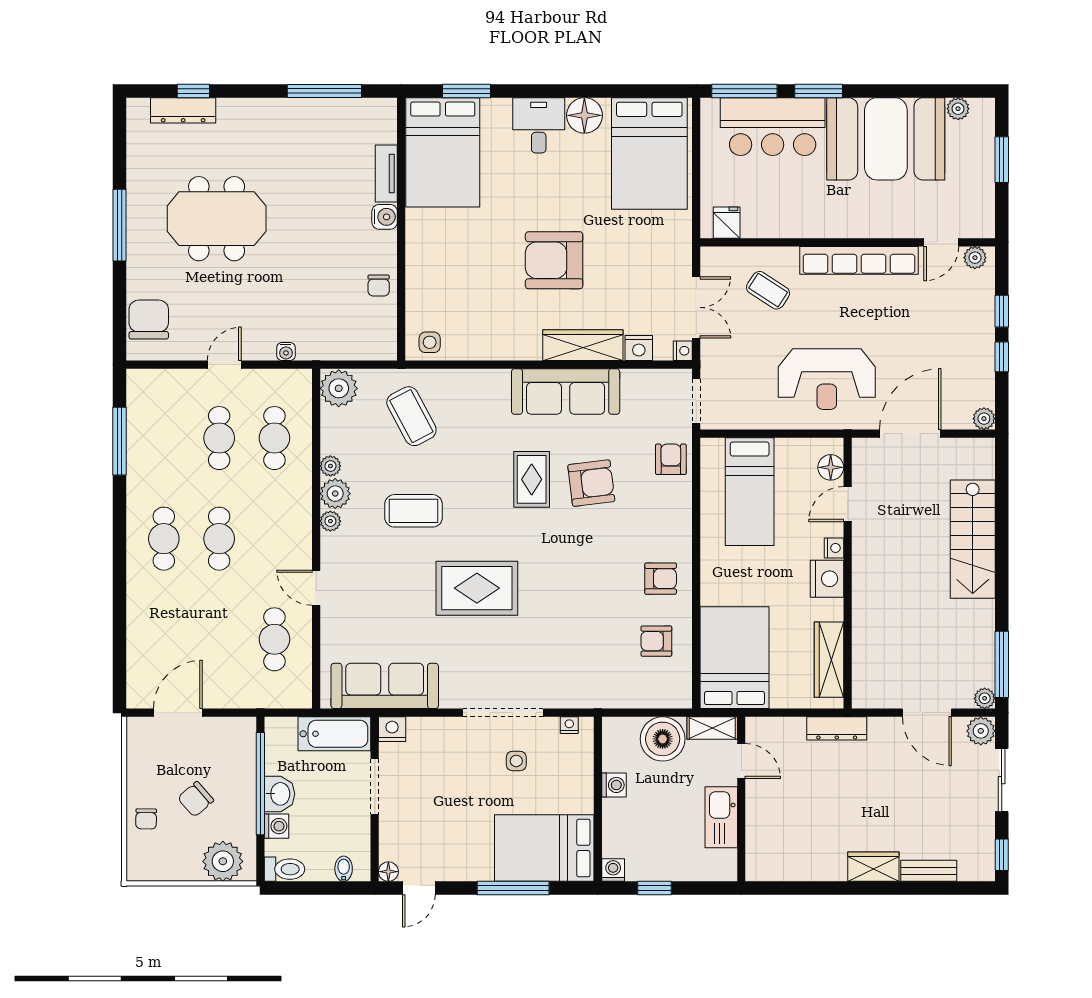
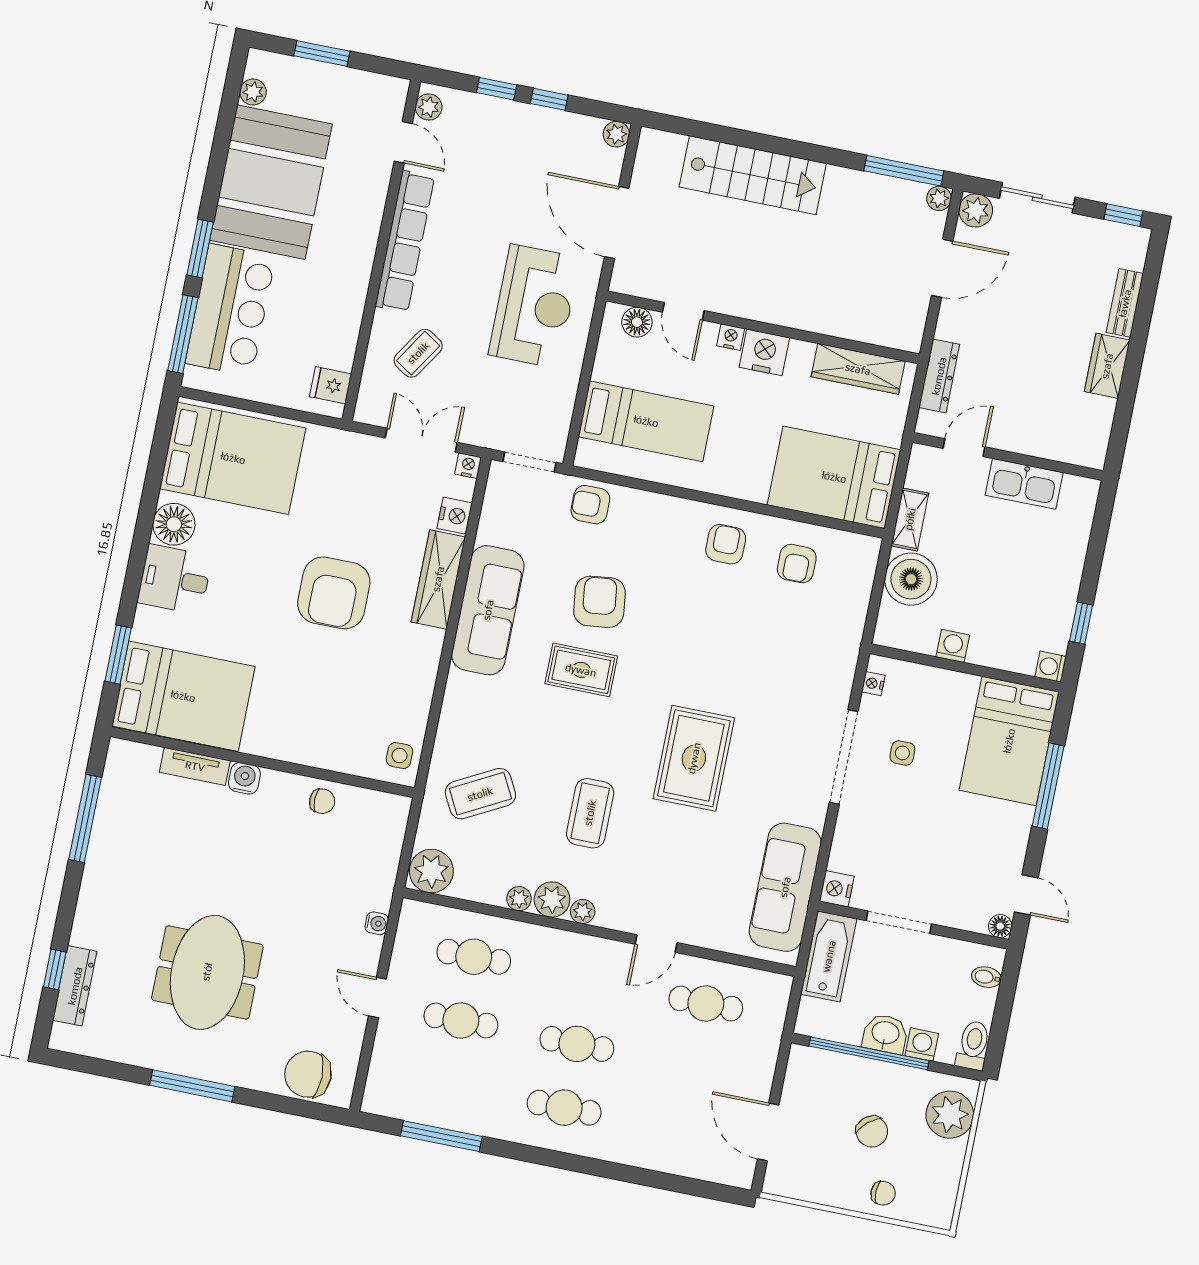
door: (741, 761) -> (964, 448), moved
wall: (741, 799) -> (1008, 456), moved
kitchen sink: (721, 817) -> (1024, 484), moved

